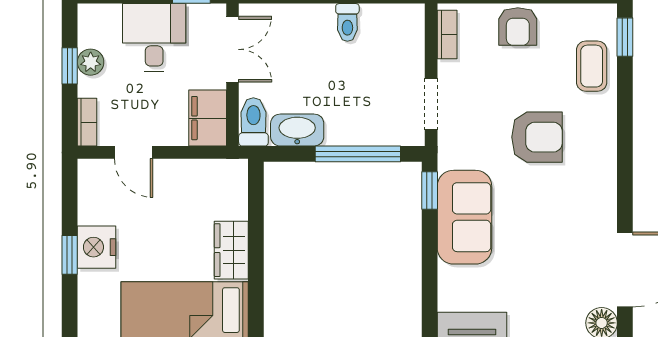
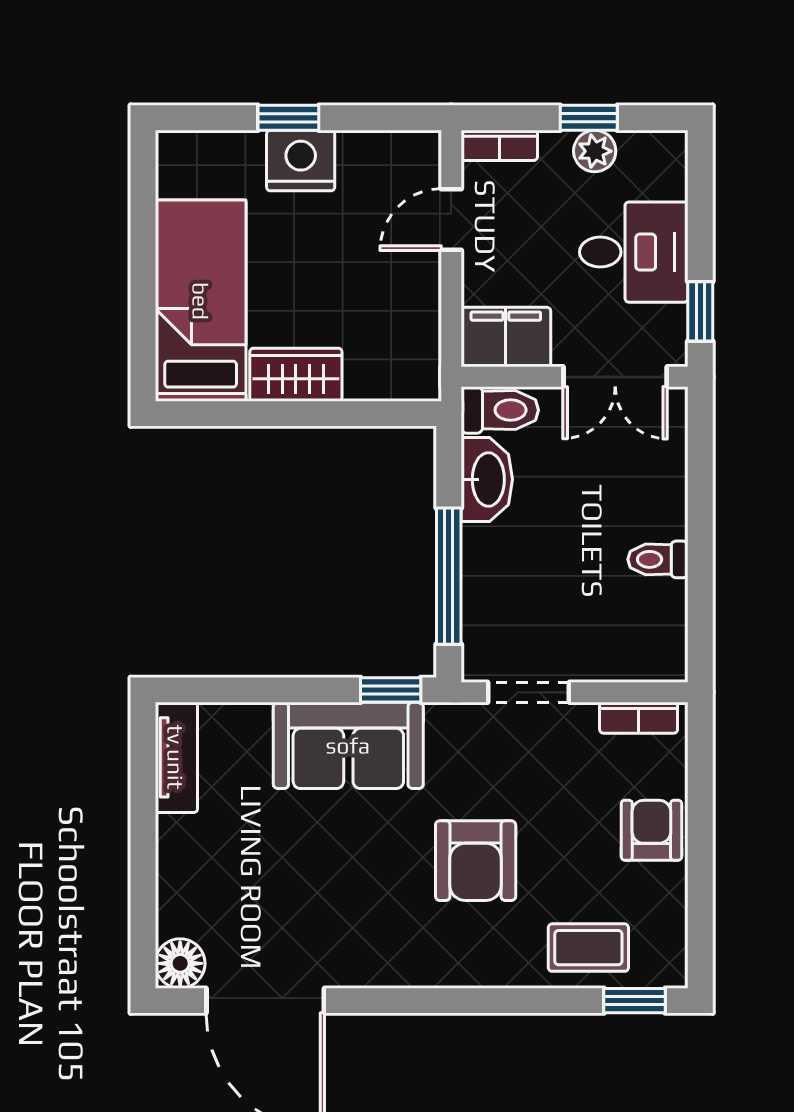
armchair: (518, 26) -> (651, 830), turned 90

